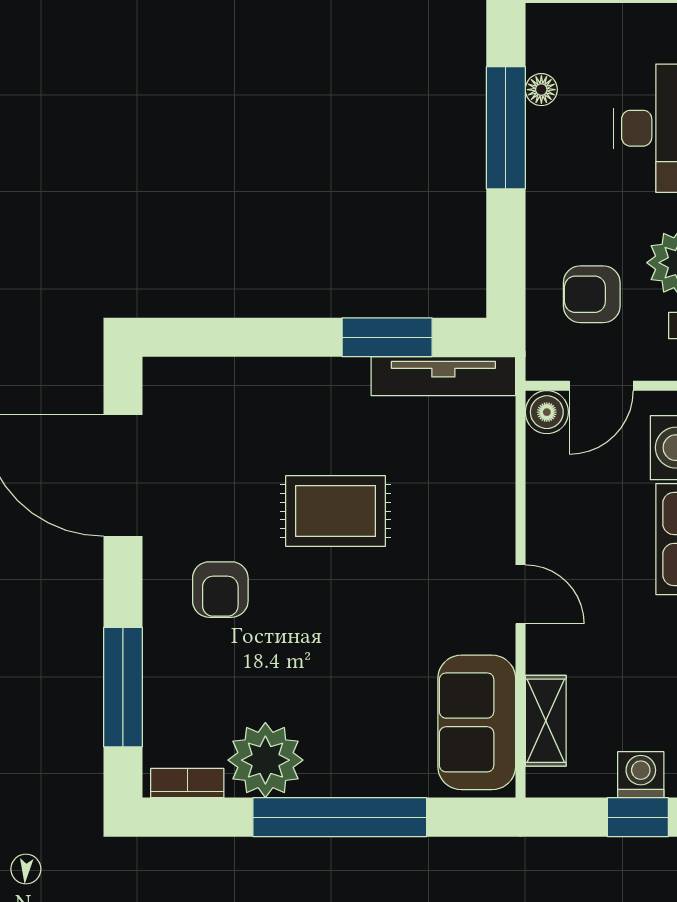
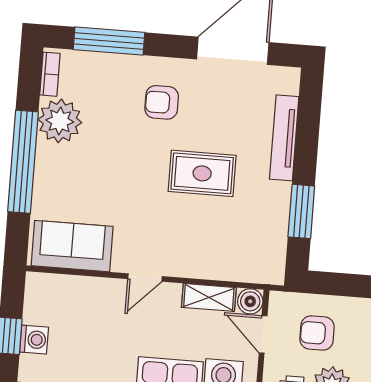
armchair: (592, 294) -> (317, 333), turned -90
tv unit: (443, 376) -> (284, 138), moved
rug: (336, 511) -> (202, 173), turned 90
shelving: (546, 721) -> (209, 297), moved

